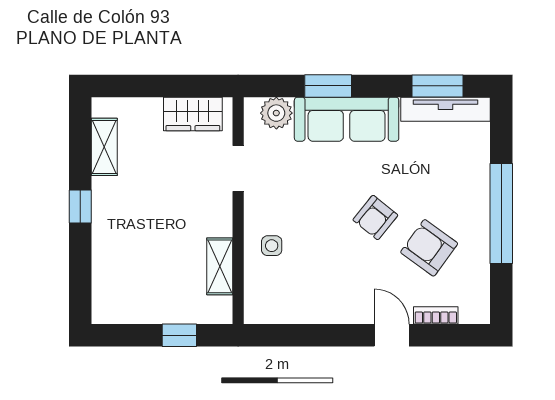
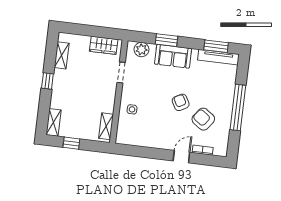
sofa: (347, 119) -> (173, 56), width x0.73
armchair: (375, 218) -> (181, 102), turned 112
shelving: (220, 266) -> (106, 126), moved
shelving: (104, 295) -> (53, 122), added
window: (179, 335) -> (71, 143), moved
door: (392, 335) -> (181, 157), hinge flipped

